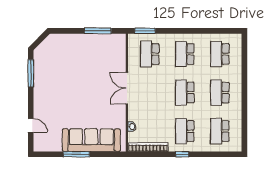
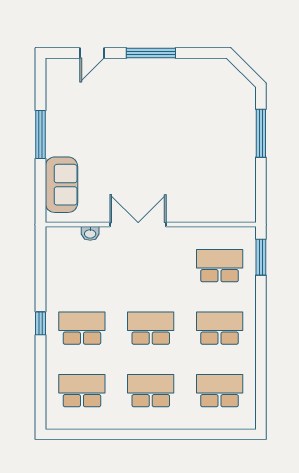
window: (98, 31) -> (261, 133), moved
window: (31, 73) -> (151, 53), moved
double door: (127, 88) -> (138, 225), moved
sofa: (91, 140) -> (61, 185), width x0.54, depth x0.79
bookcase: (148, 147) -> (53, 262), removed

